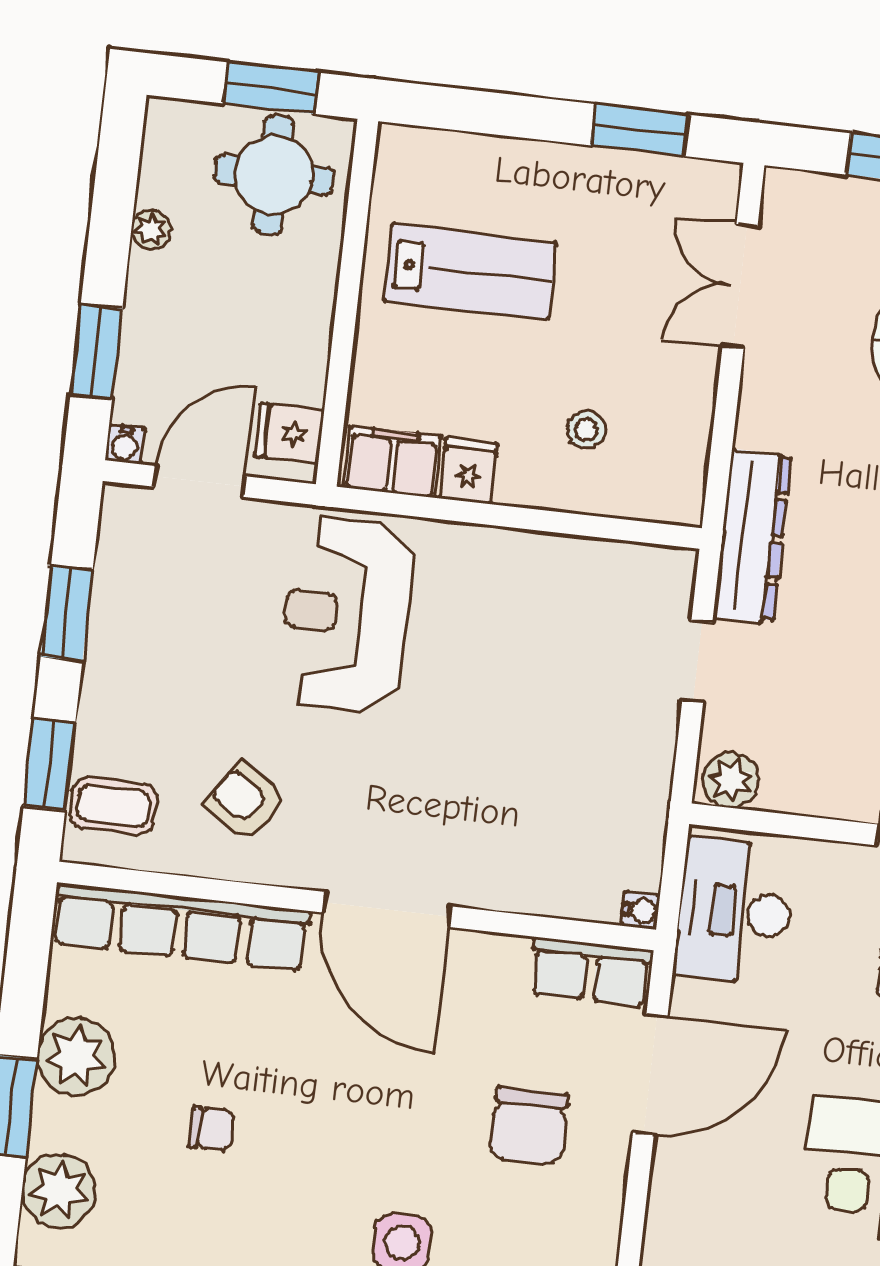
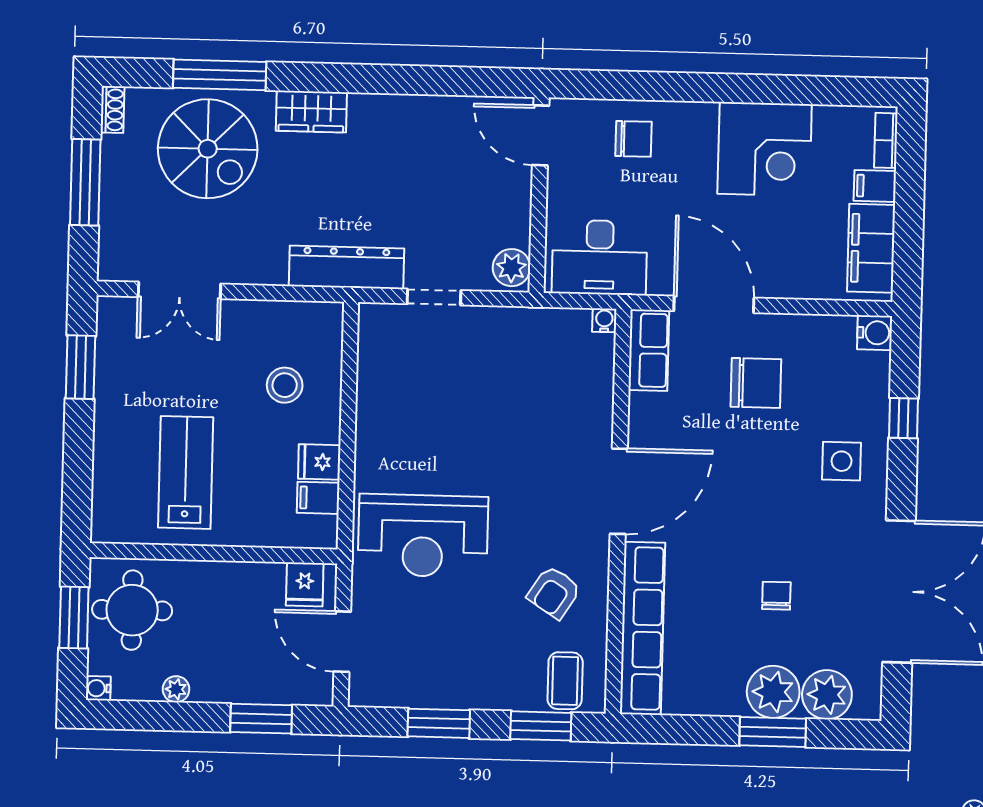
stool: (586, 429) -> (285, 385), width x1.37, depth x1.37
water cooler: (125, 444) -> (98, 688), moved, turned 180
filing cabinet: (392, 462) -> (318, 498), width x0.50
plant: (76, 1057) -> (773, 692), moved

